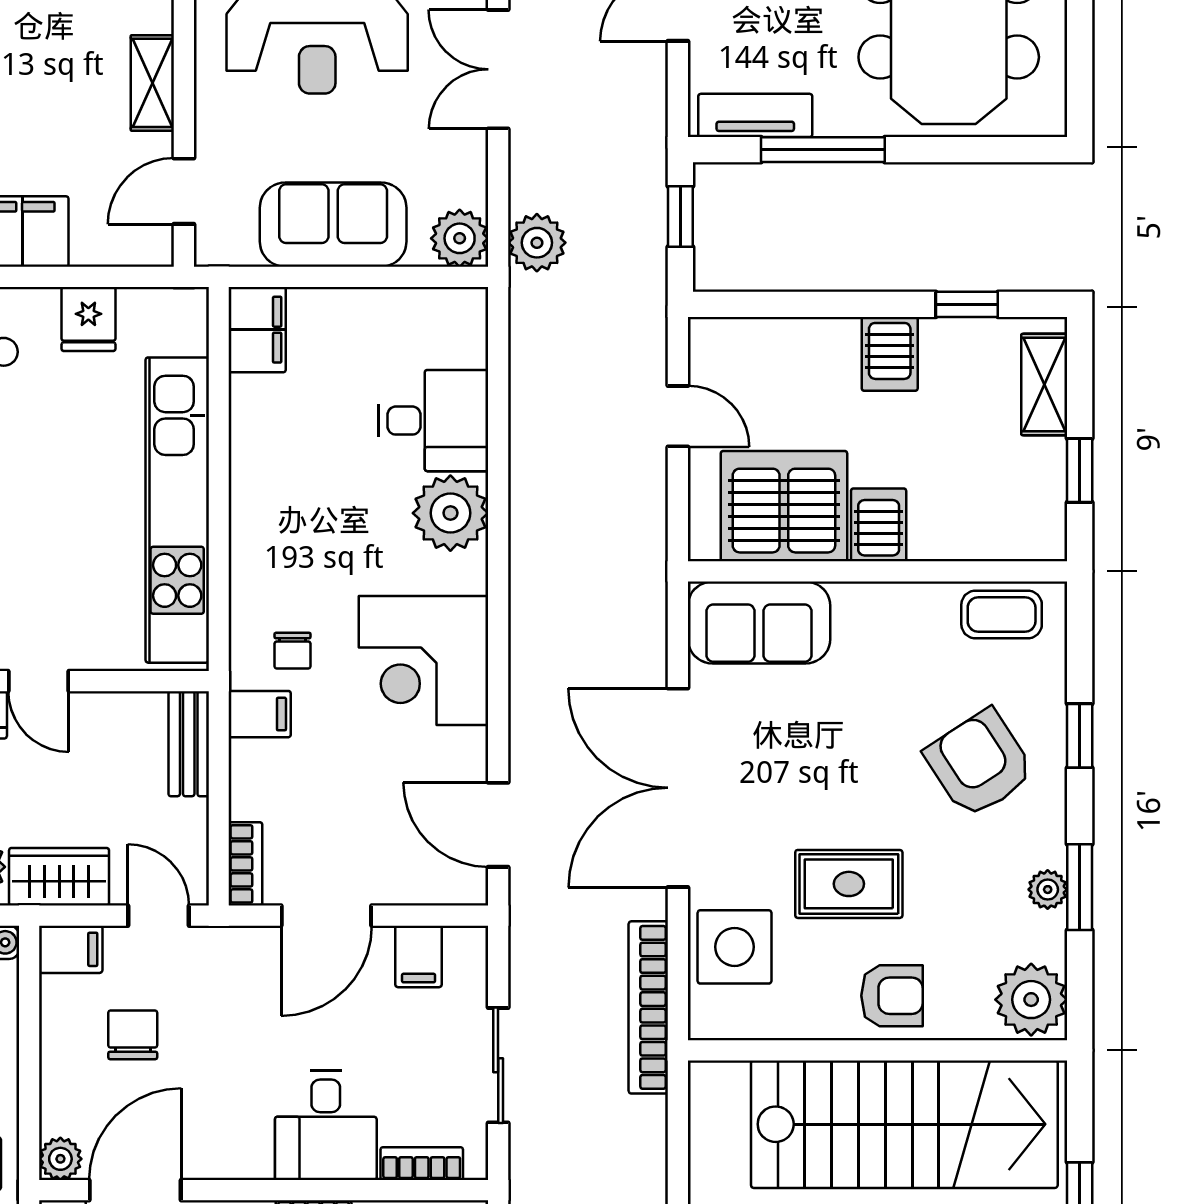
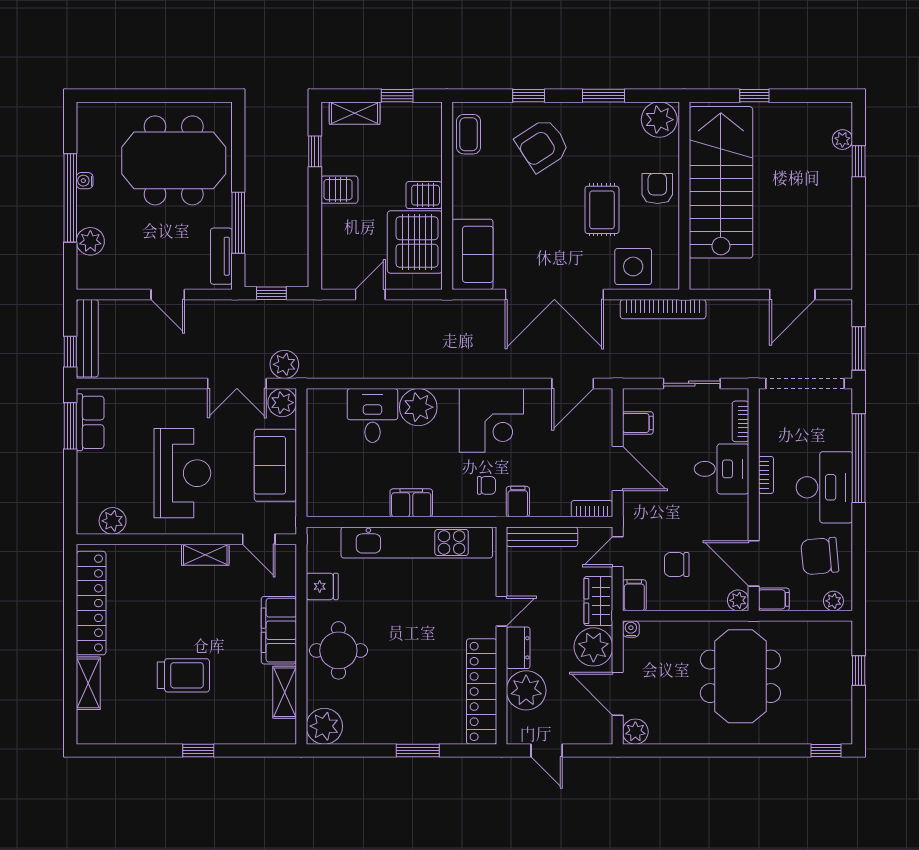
double door: (498, 69) -> (237, 383), moved
filing cabinet: (257, 330) -> (411, 503), moved
bench: (189, 744) -> (542, 537), width x1.36
plant: (1048, 890) -> (605, 111), removed

